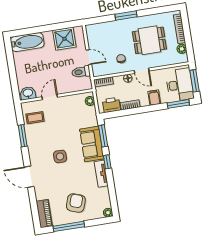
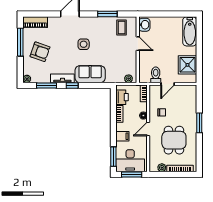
window: (103, 136) -> (47, 85), moved

